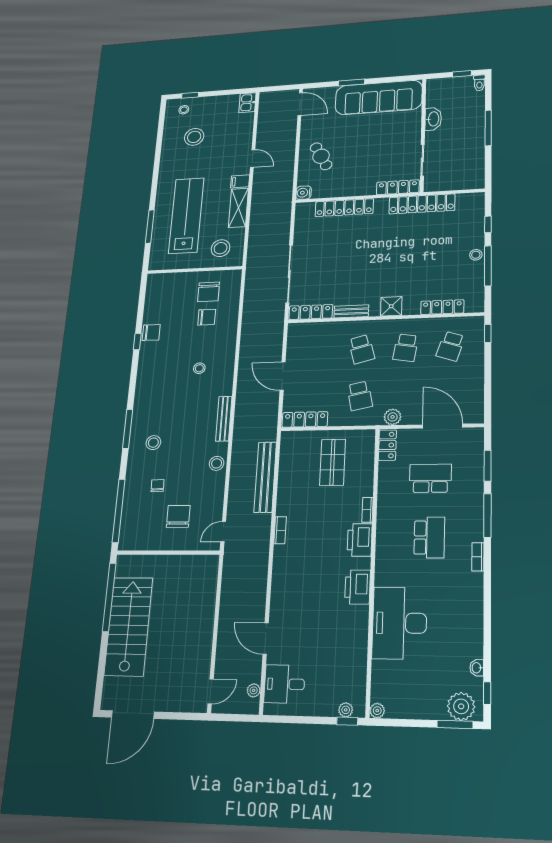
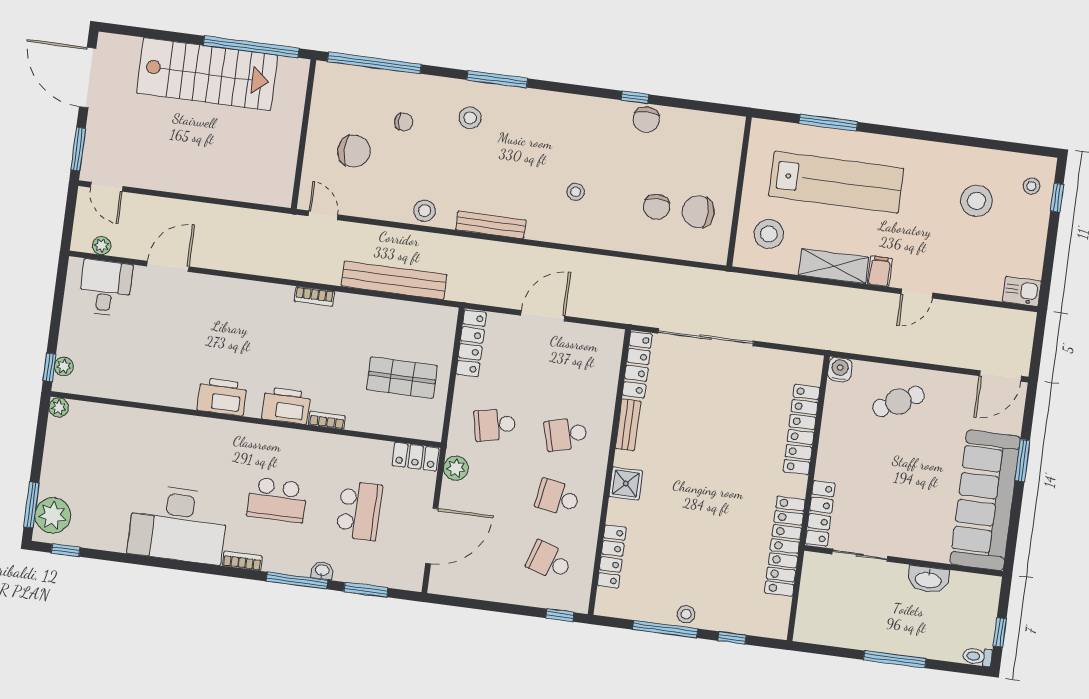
desk: (399, 623) -> (178, 524), moved, turned 180
washbasin: (477, 668) -> (322, 571), moved
window: (184, 716) -> (78, 149), added

